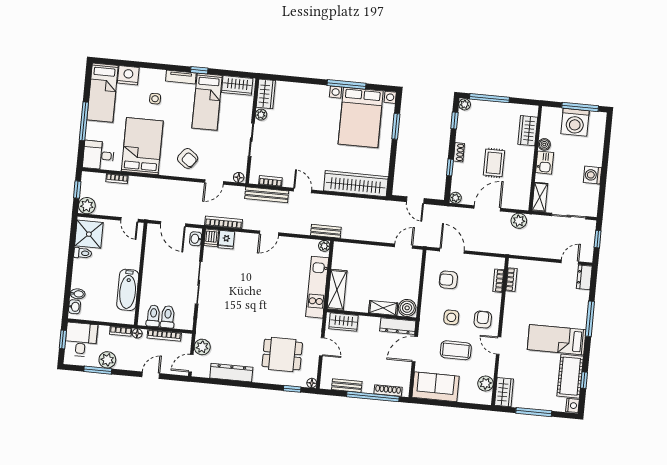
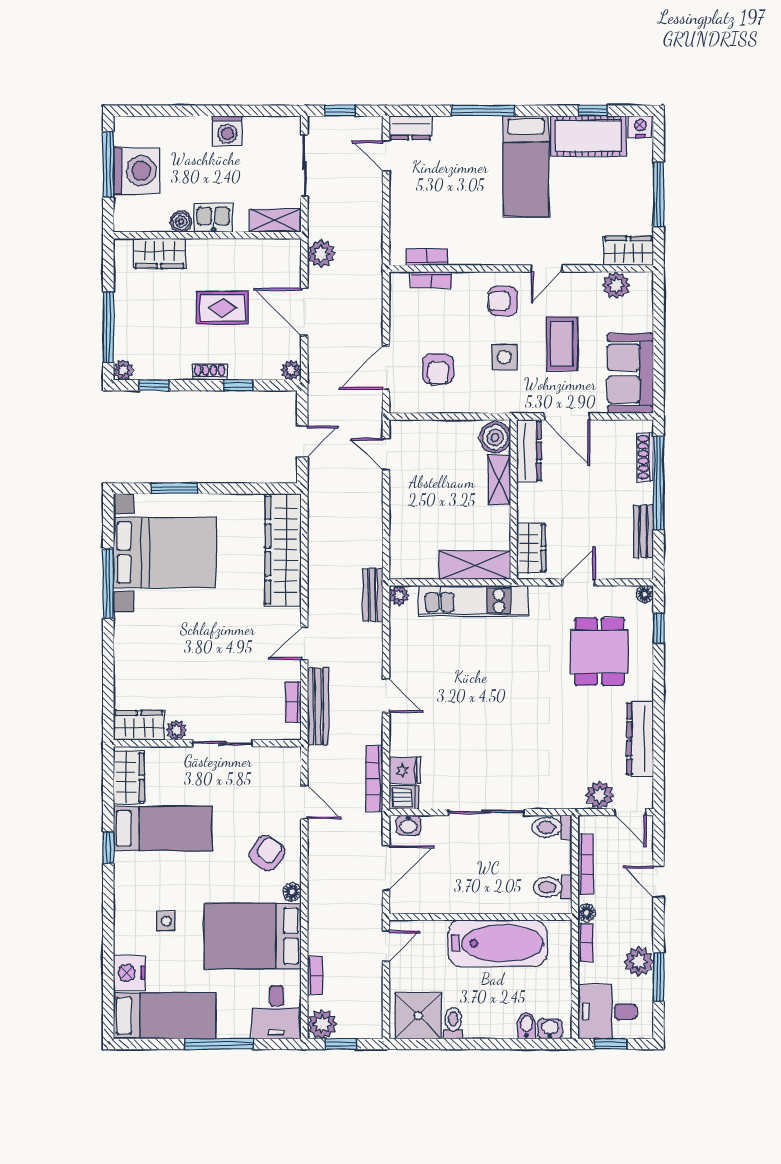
tv unit: (181, 77) -> (123, 879), removed
floor lamp: (239, 177) -> (292, 892), moved
plant: (87, 206) -> (322, 1024), moved
bathtub: (128, 290) -> (498, 943), width x1.36, depth x1.36
toilet: (168, 317) -> (552, 827), moved

